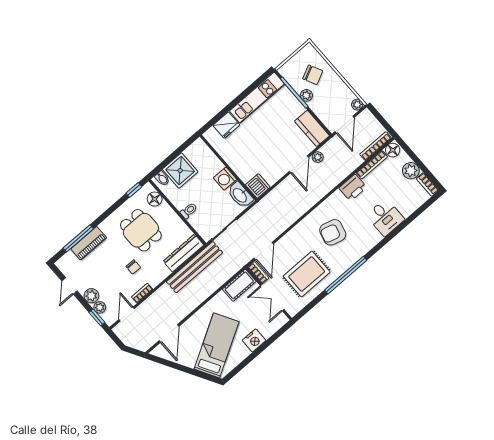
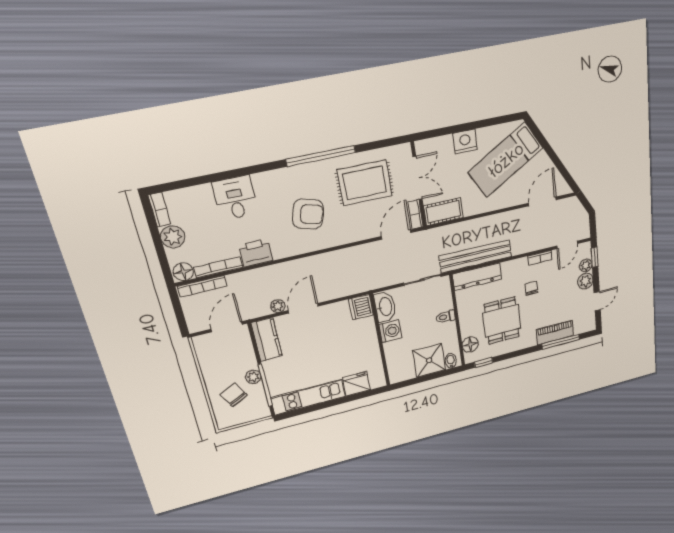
plant: (357, 105) -> (199, 342), removed

